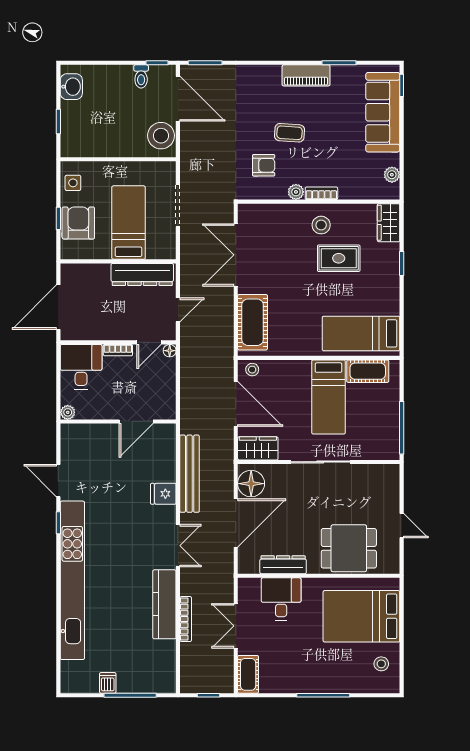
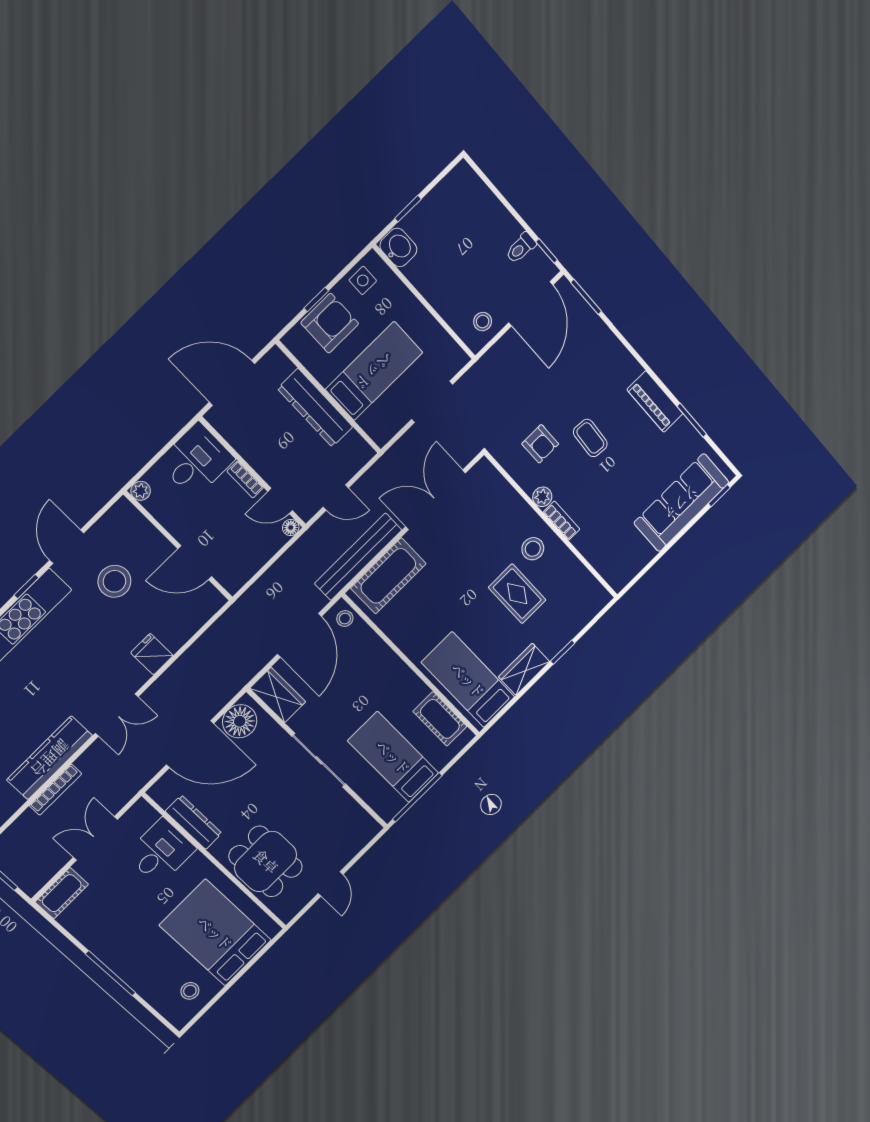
washbasin: (71, 87) -> (398, 247), moved, turned -90
stool: (161, 136) -> (483, 322), width x0.53, depth x0.53
plant: (392, 175) -> (633, 566), removed
wardrobe: (389, 223) -> (524, 669), moved
dresser: (142, 274) -> (315, 408), moved
bed: (328, 397) -> (393, 757), moved, turned 90
stool: (103, 474) -> (114, 581), added
bench: (190, 474) -> (358, 557), moved

